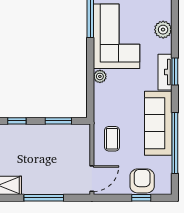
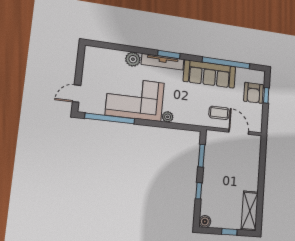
tv unit: (165, 72) -> (163, 62), width x1.41
door: (92, 179) -> (239, 132), moved
armchair: (142, 181) -> (254, 93), turned -90
window: (44, 198) -> (262, 174), removed

